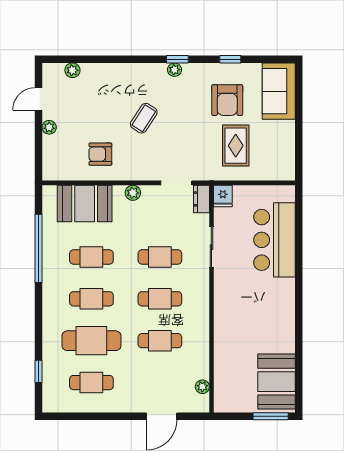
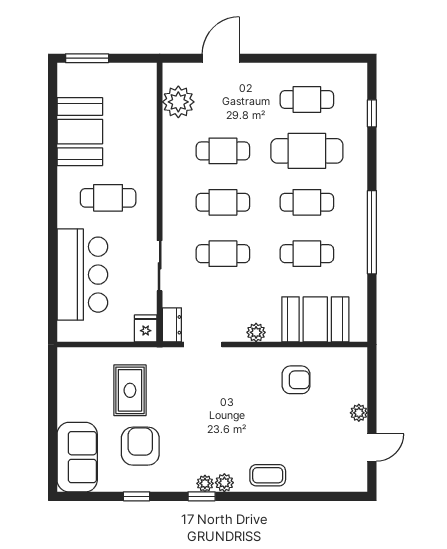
plant: (72, 70) -> (224, 483), moved
coffee table: (144, 118) -> (268, 475), moved, turned 57
window: (38, 248) -> (372, 232), moved
cafe table: (253, 302) -> (108, 198), added
booth: (277, 382) -> (80, 132), moved
plant: (202, 387) -> (178, 102), width x1.88, depth x1.88

